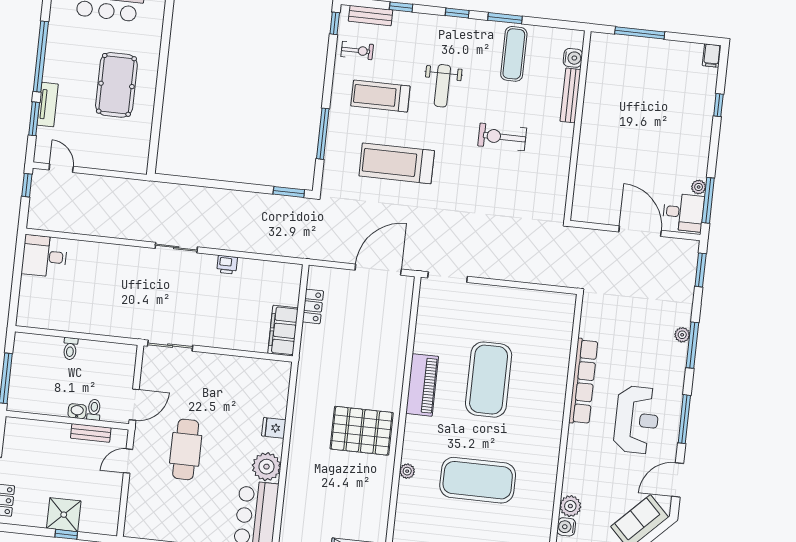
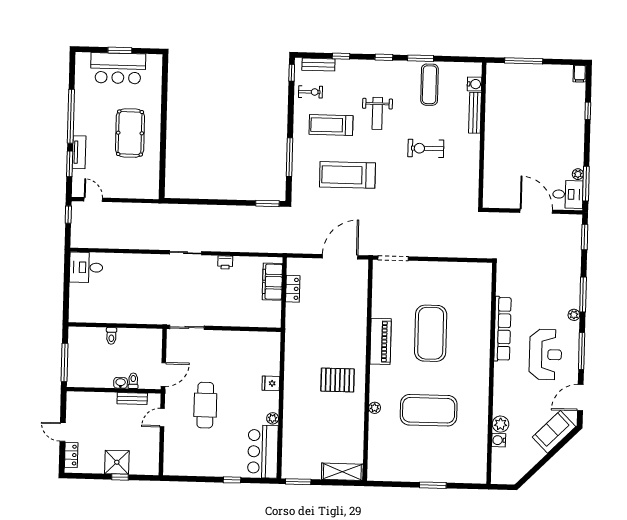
filing cabinet: (283, 331) -> (272, 282), moved
plant: (682, 335) -> (574, 315), moved
pallet: (362, 431) -> (338, 380), width x0.73, depth x0.71
plant: (266, 467) -> (273, 418), width x0.53, depth x0.53

